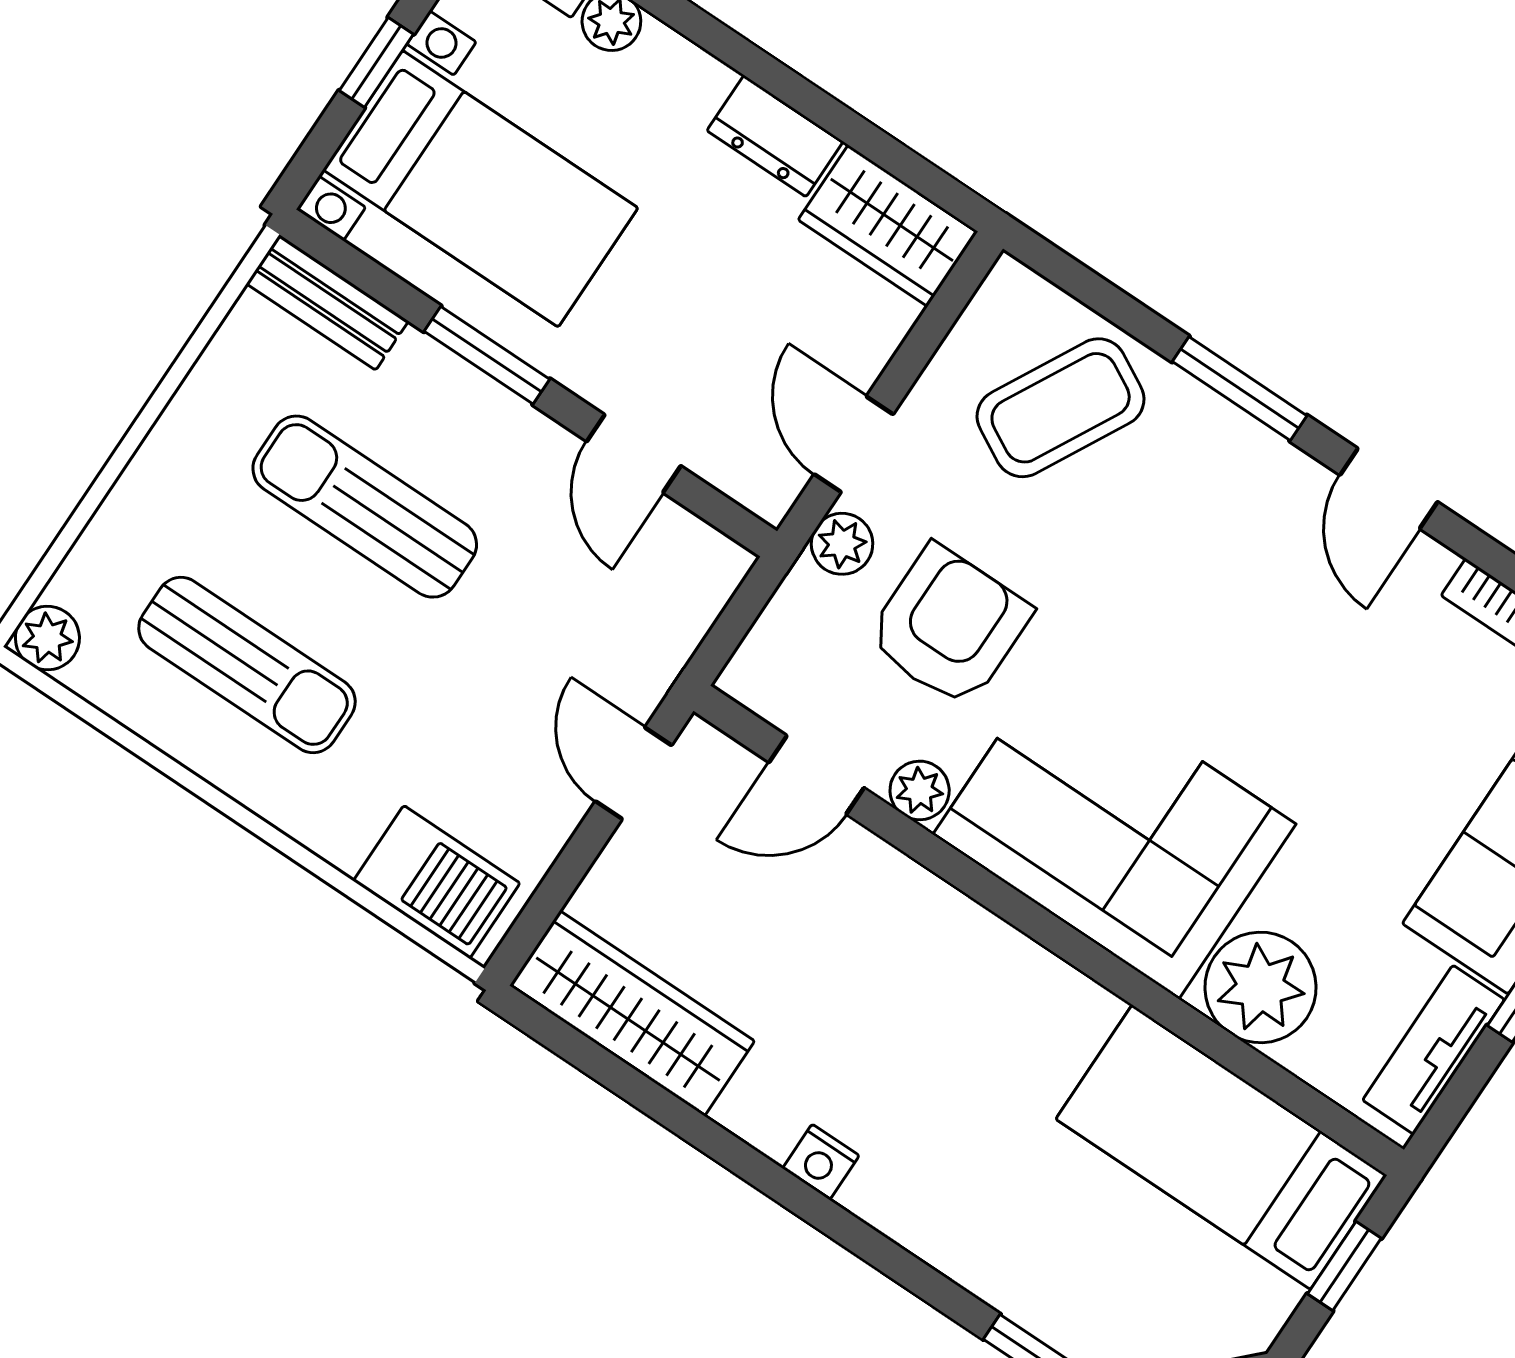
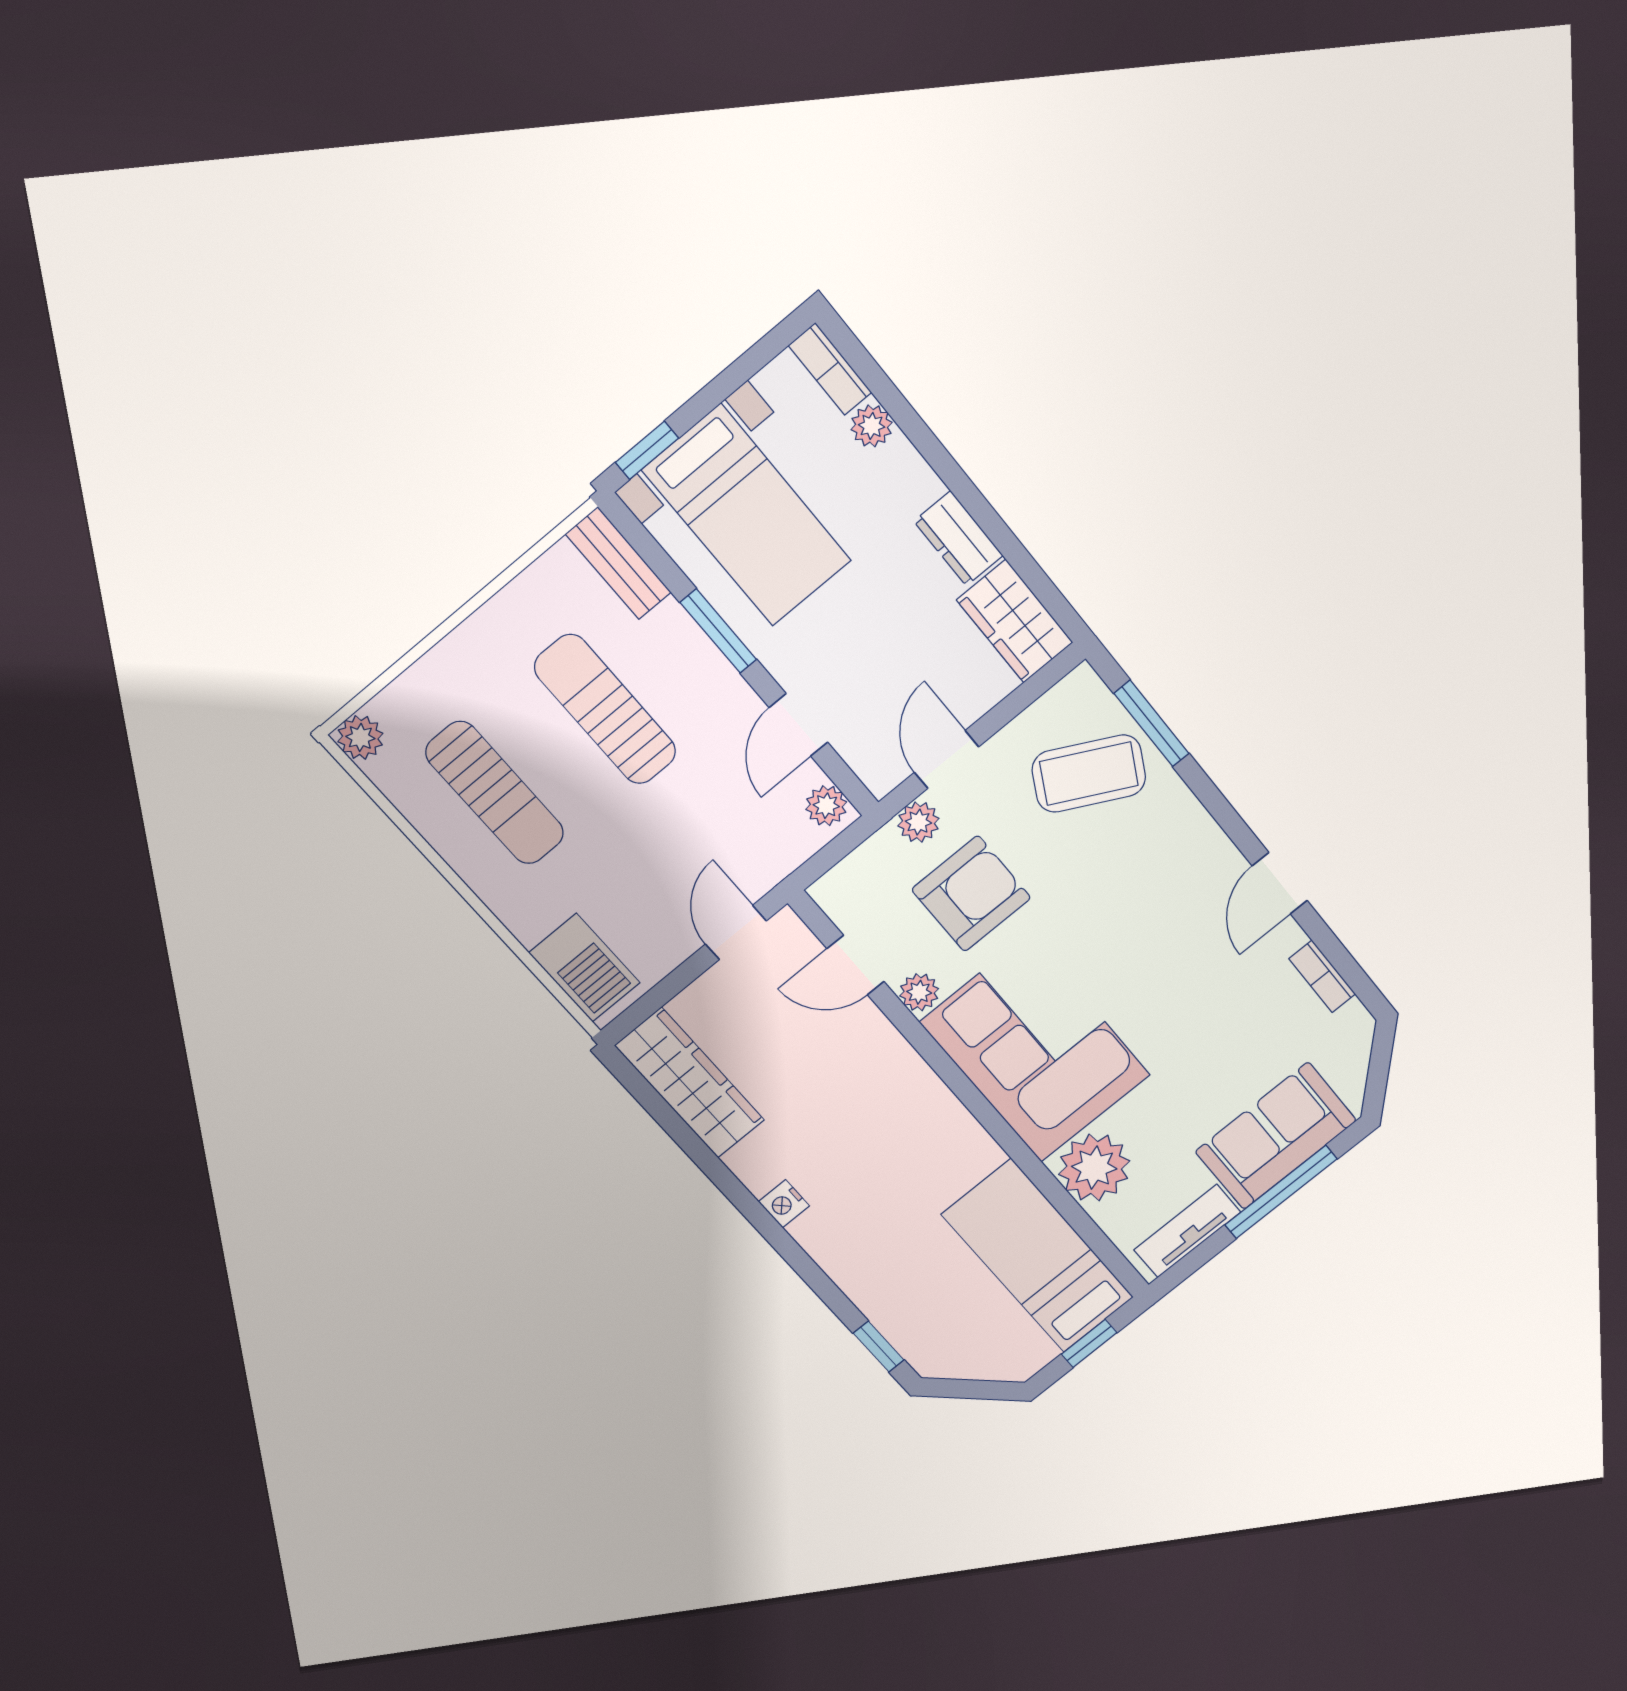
window: (376, 62) -> (647, 450), moved
window: (1240, 389) -> (1152, 723), moved
plant: (706, 556) -> (826, 806), added

